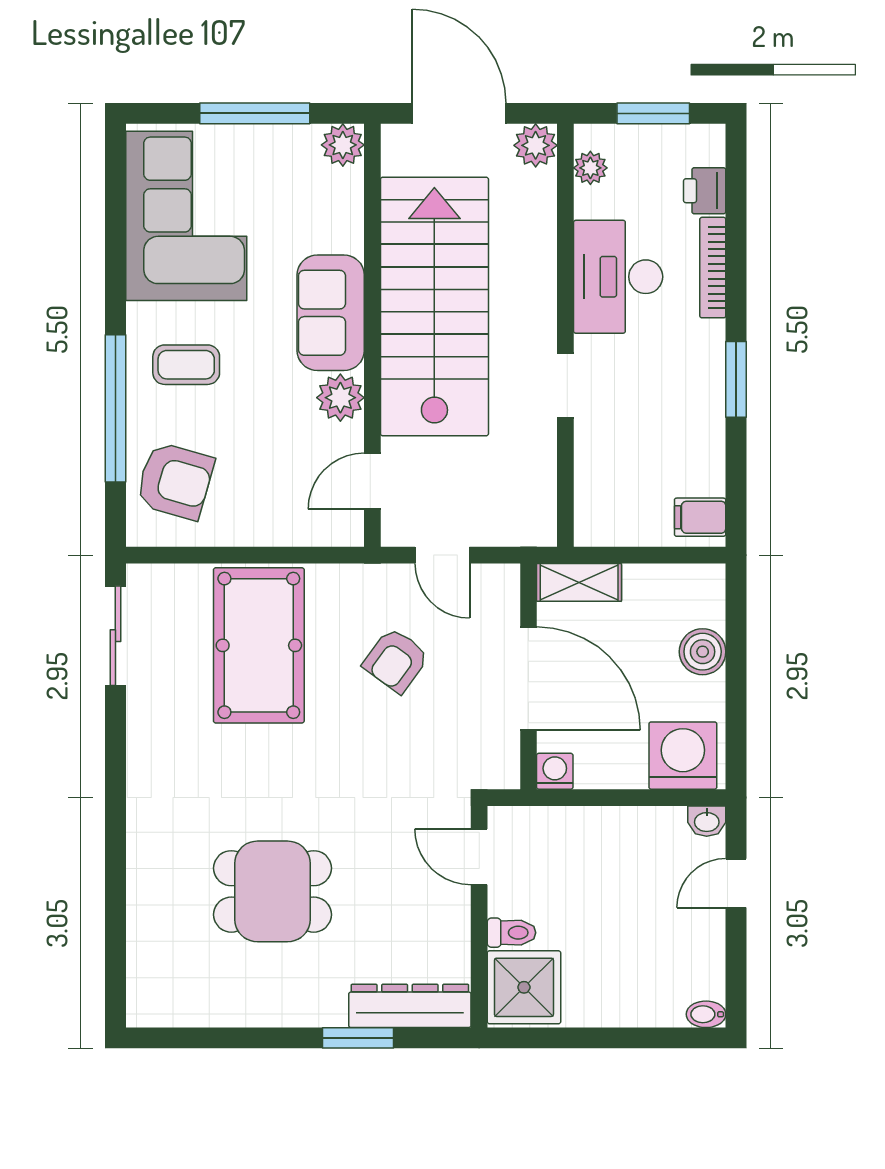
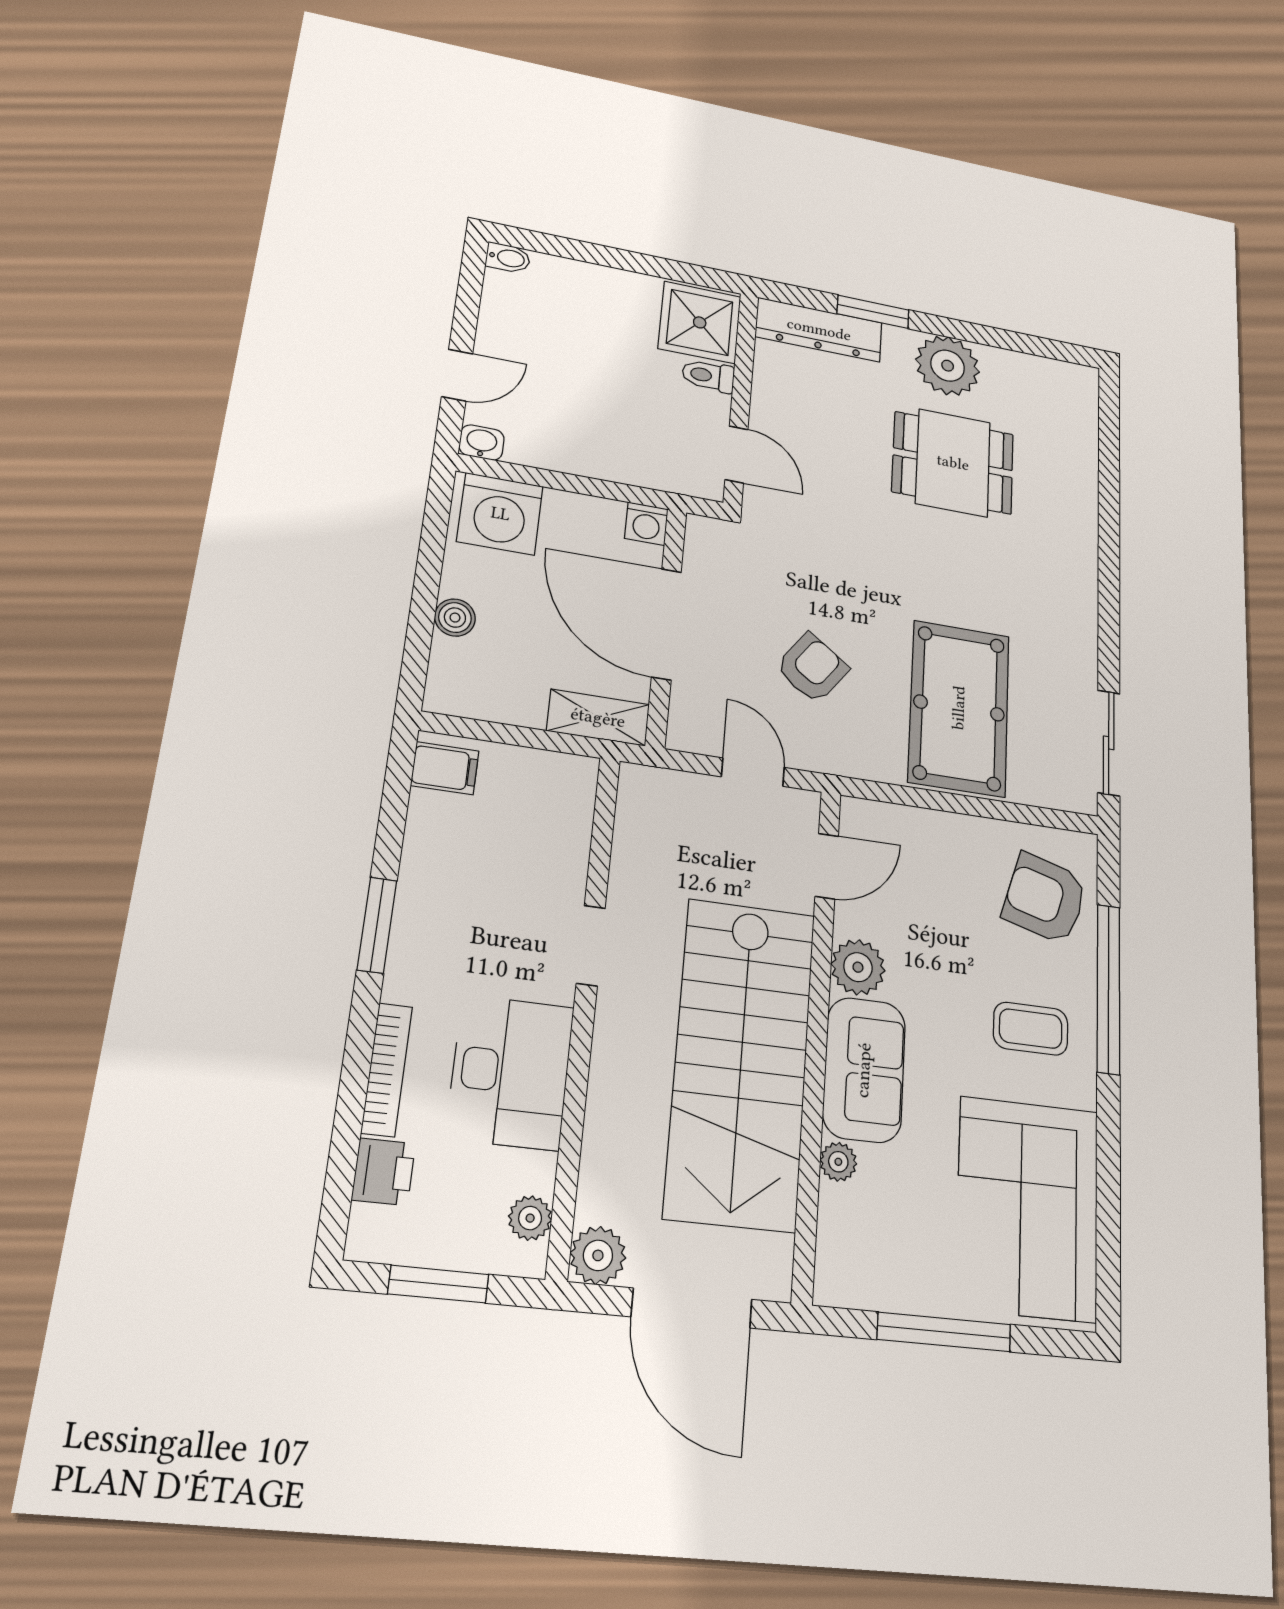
plant: (343, 145) -> (838, 1162), moved, width x0.73, depth x0.73
boiler: (703, 652) -> (455, 618), width x0.73, depth x0.73
plant: (281, 995) -> (948, 366), added

